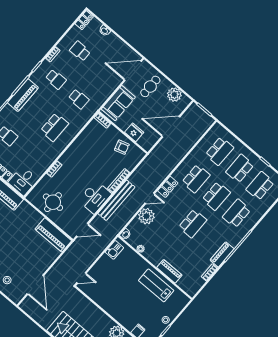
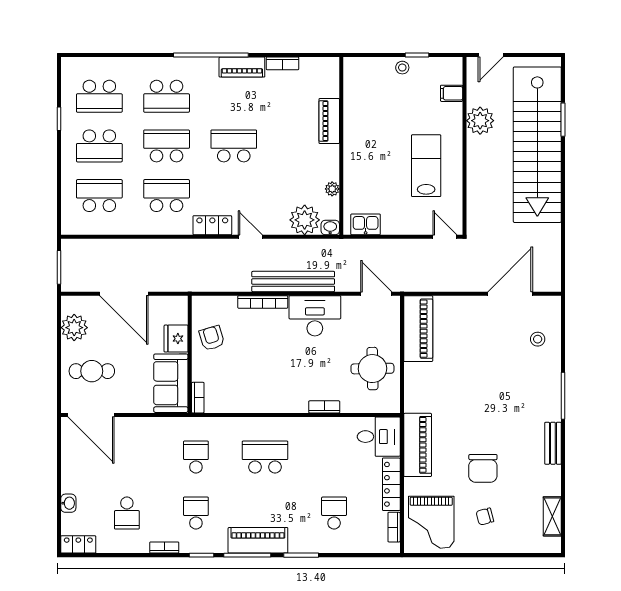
sofa: (118, 103) -> (171, 383), moved, turned -90
plant: (146, 216) -> (305, 220), moved
lab bench: (156, 285) -> (426, 166), moved, turned 180

